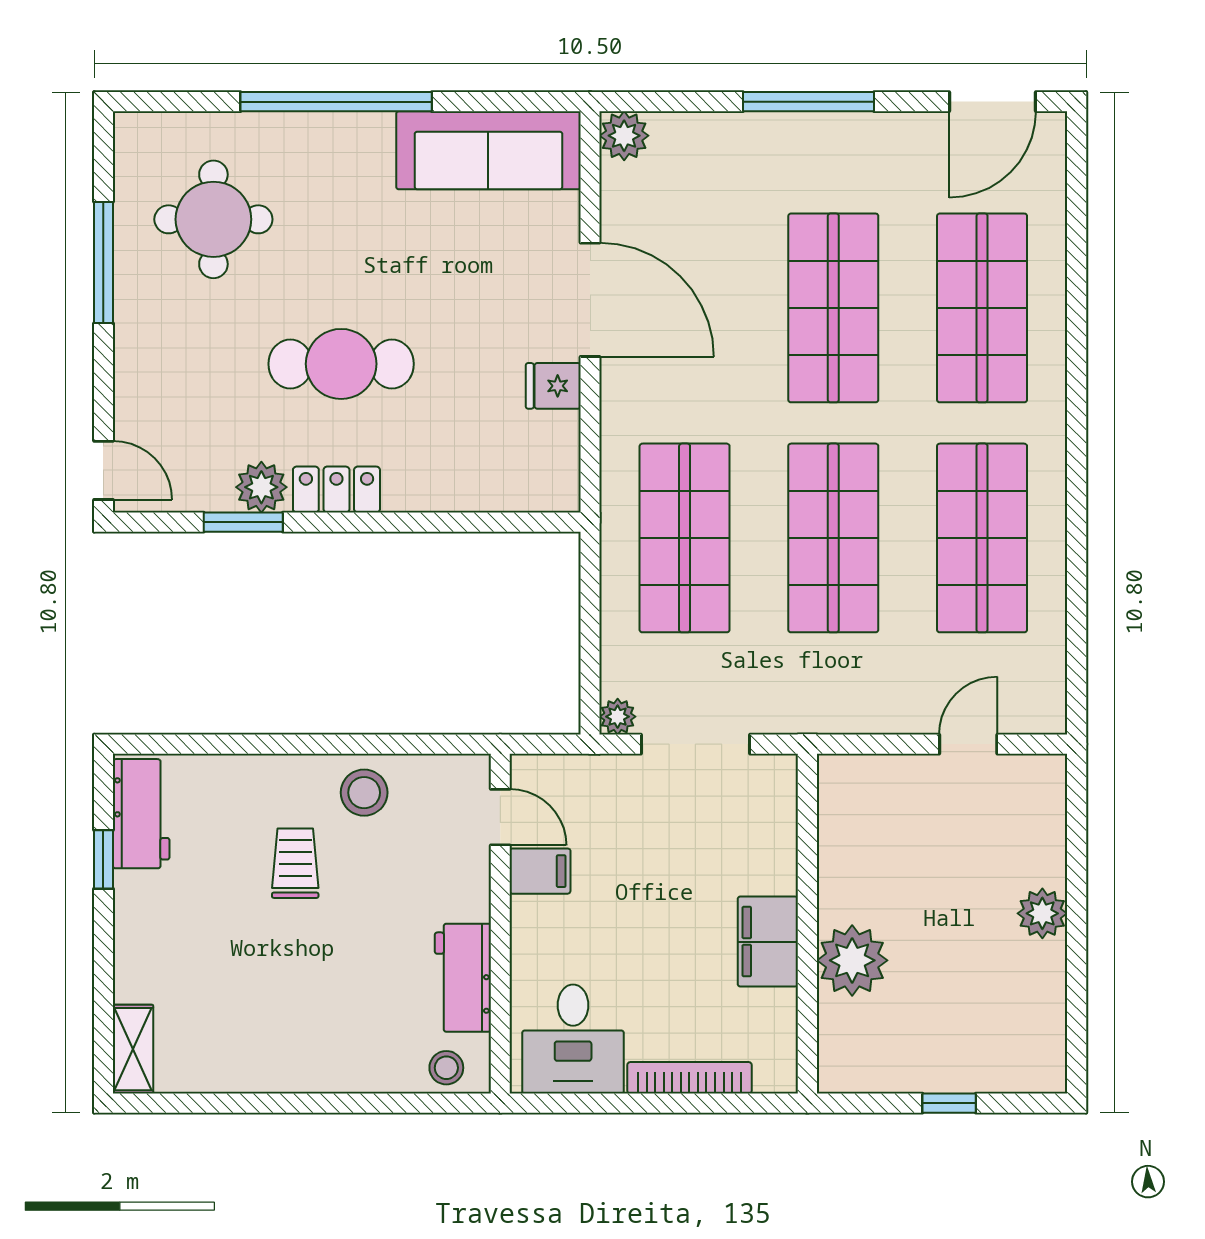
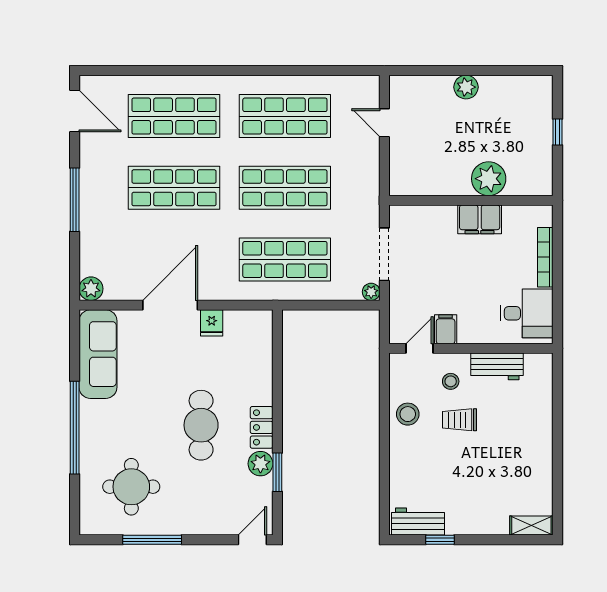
trolley: (295, 863) -> (460, 420), moved
stool: (446, 1068) -> (451, 381), moved

